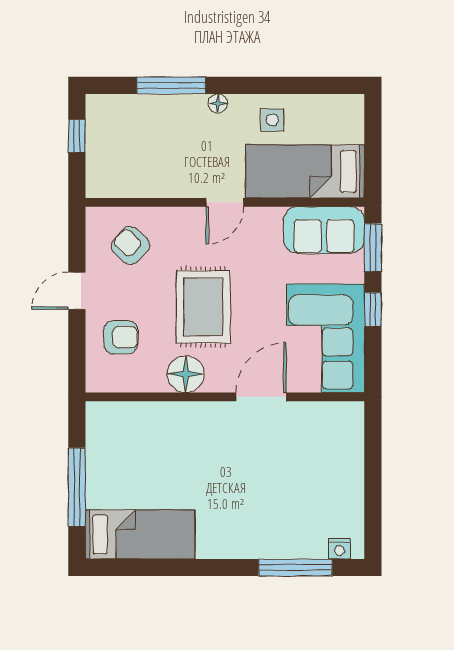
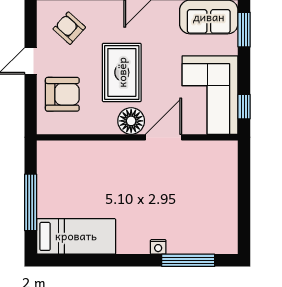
window: (373, 309) -> (244, 107), moved
armchair: (121, 337) -> (62, 94), width x1.38, depth x1.38
floor lamp: (186, 374) -> (131, 121), moved
nightstand: (339, 549) -> (158, 247), moved

